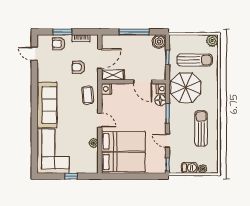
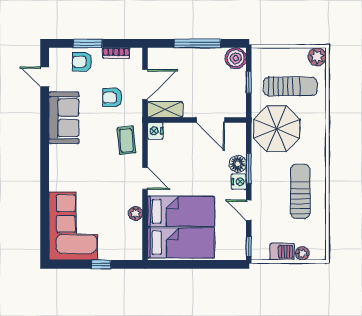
nightstand: (161, 89) -> (239, 182), moved
floor lamp: (160, 100) -> (238, 164), moved
sofa: (47, 105) -> (64, 118), moved, width x0.73

